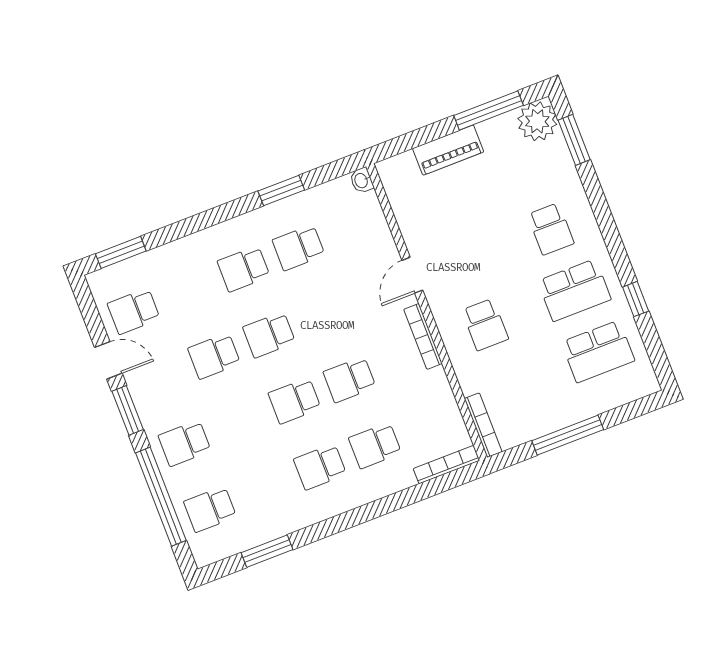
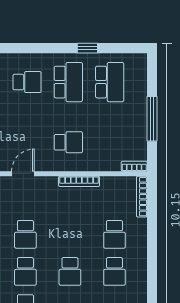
door: (412, 275) -> (23, 174), swing flipped
bookcase: (423, 336) -> (79, 181), moved
school desk: (350, 380) -> (25, 234), moved
bookcase: (483, 425) -> (134, 166), width x0.64

